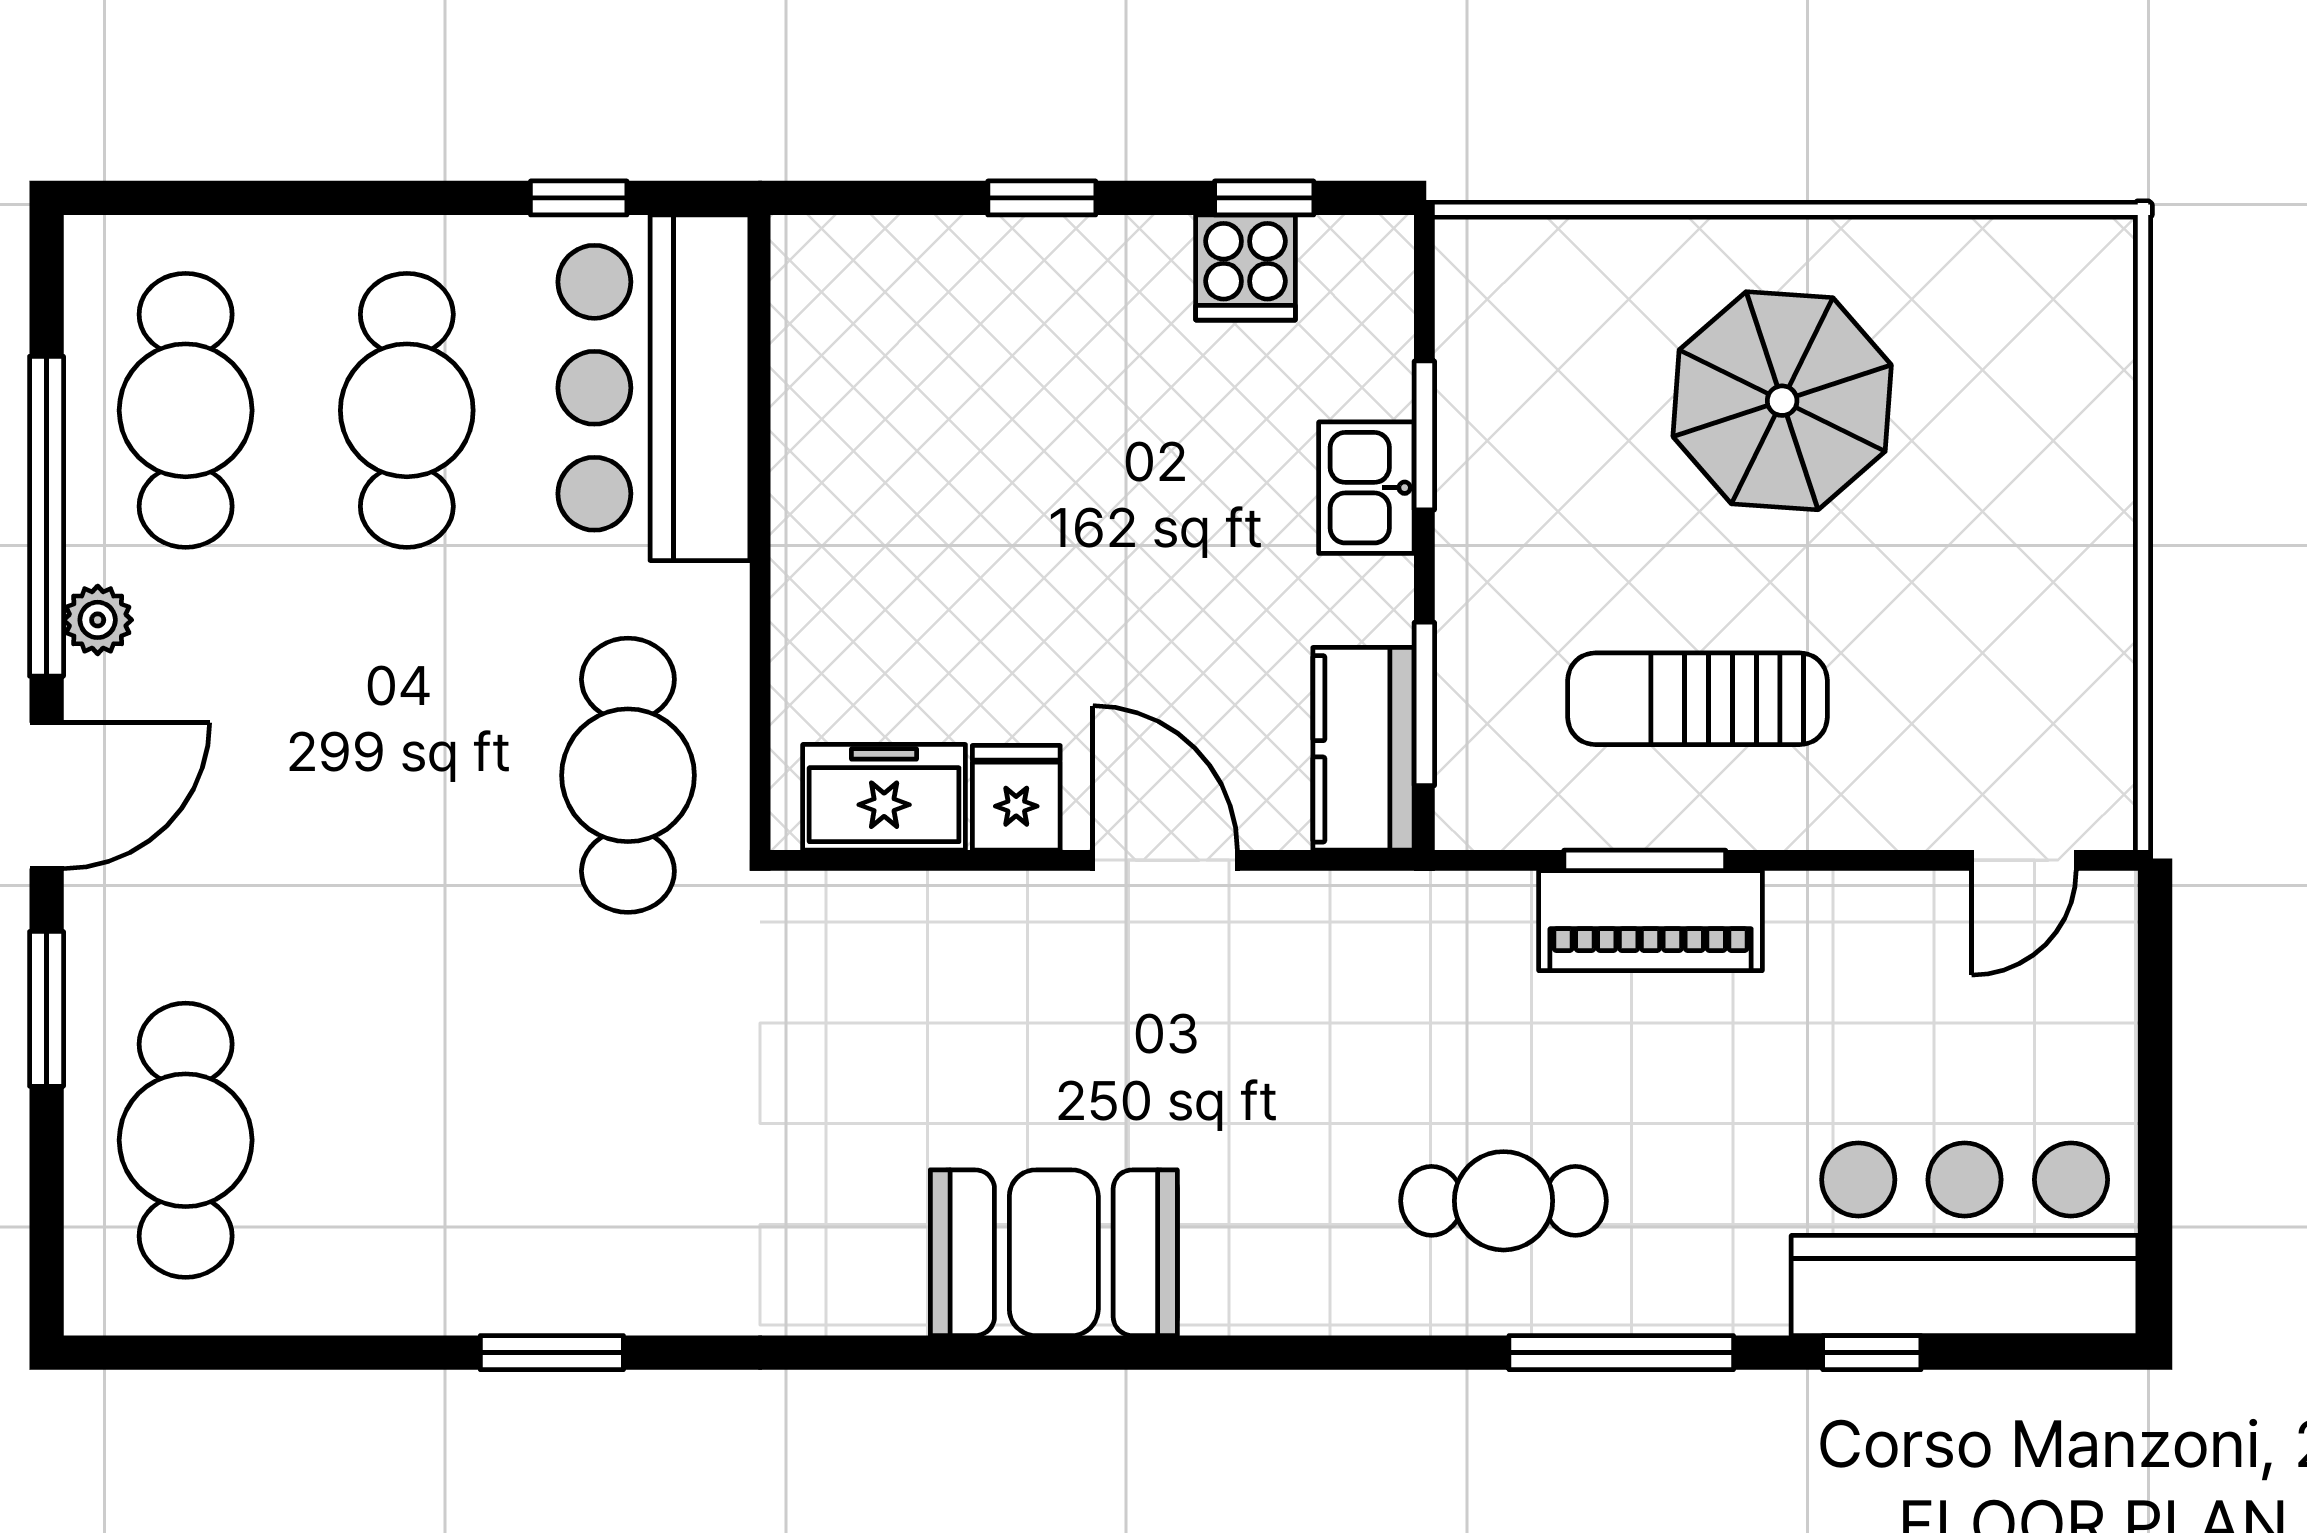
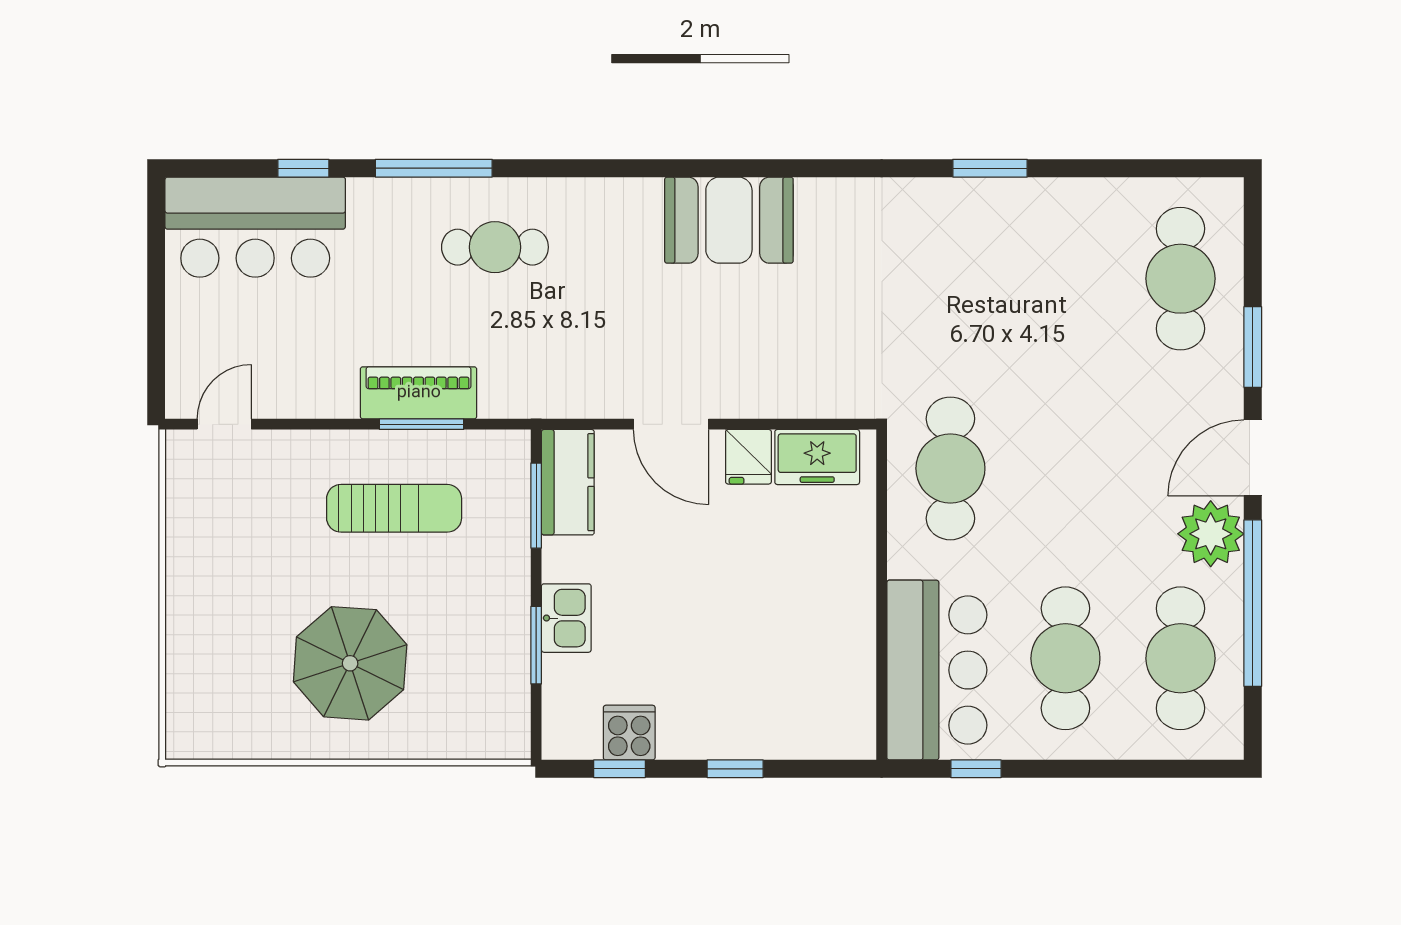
plant: (98, 620) -> (1211, 534), width x1.88, depth x1.88

